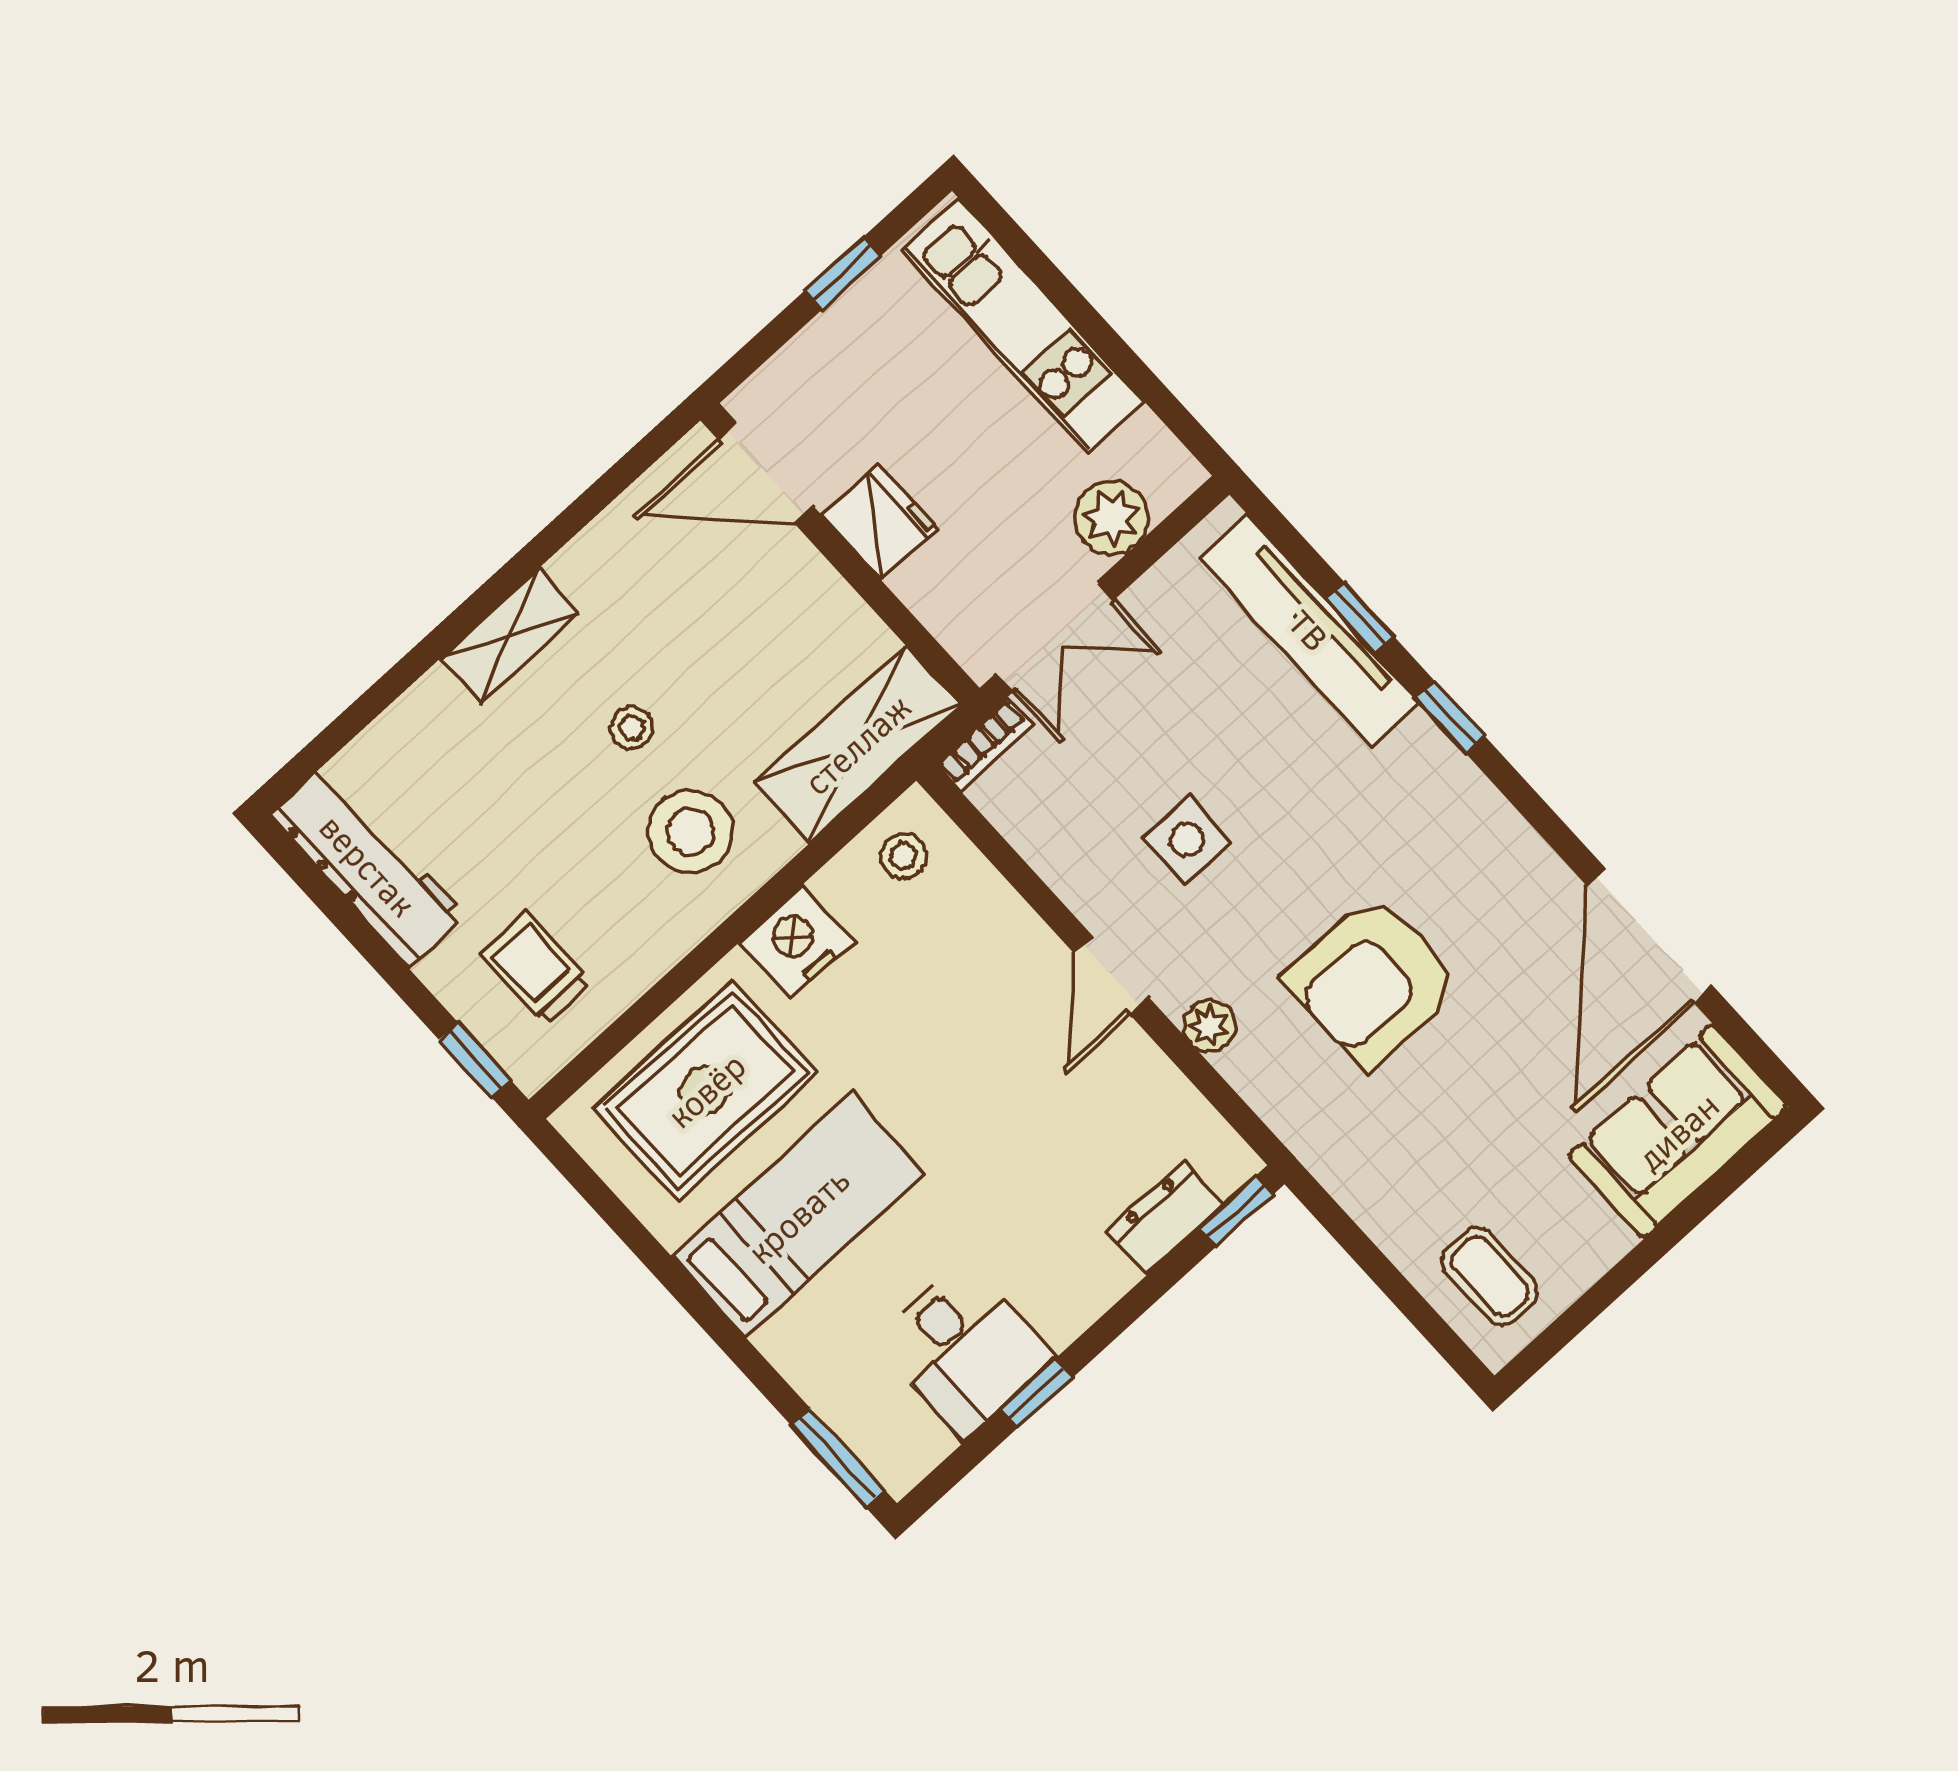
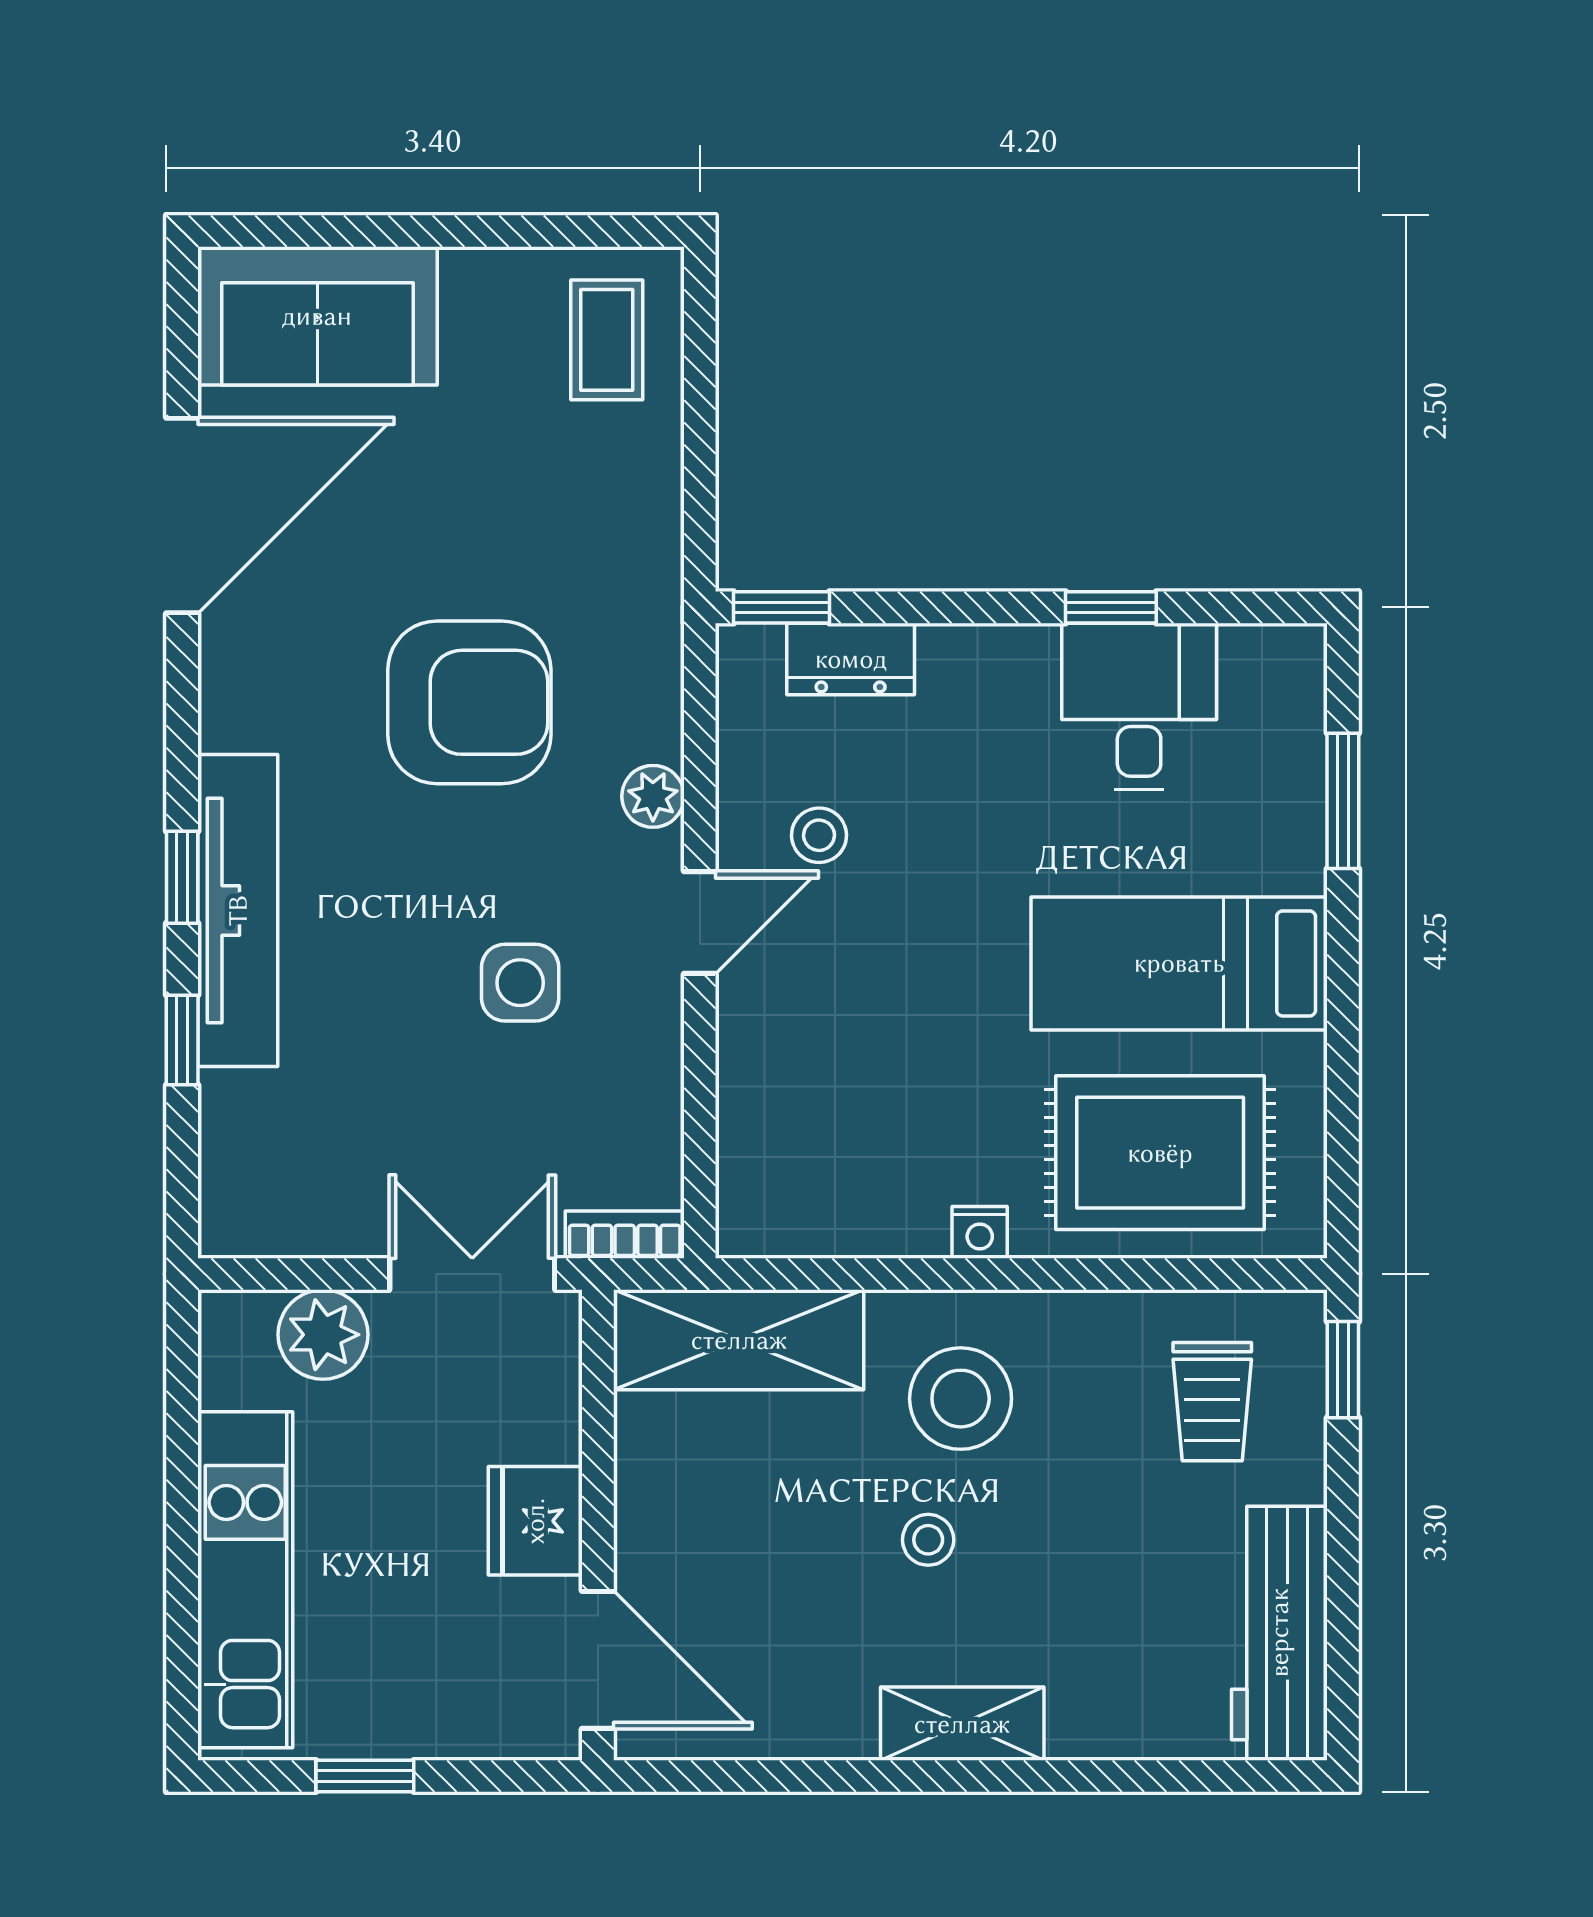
tv unit: (1309, 630) -> (238, 910), moved
stool: (903, 856) -> (819, 835), moved
nightstand: (797, 941) -> (980, 1232), width x0.53, depth x0.56
window: (838, 1457) -> (1343, 801), moved

